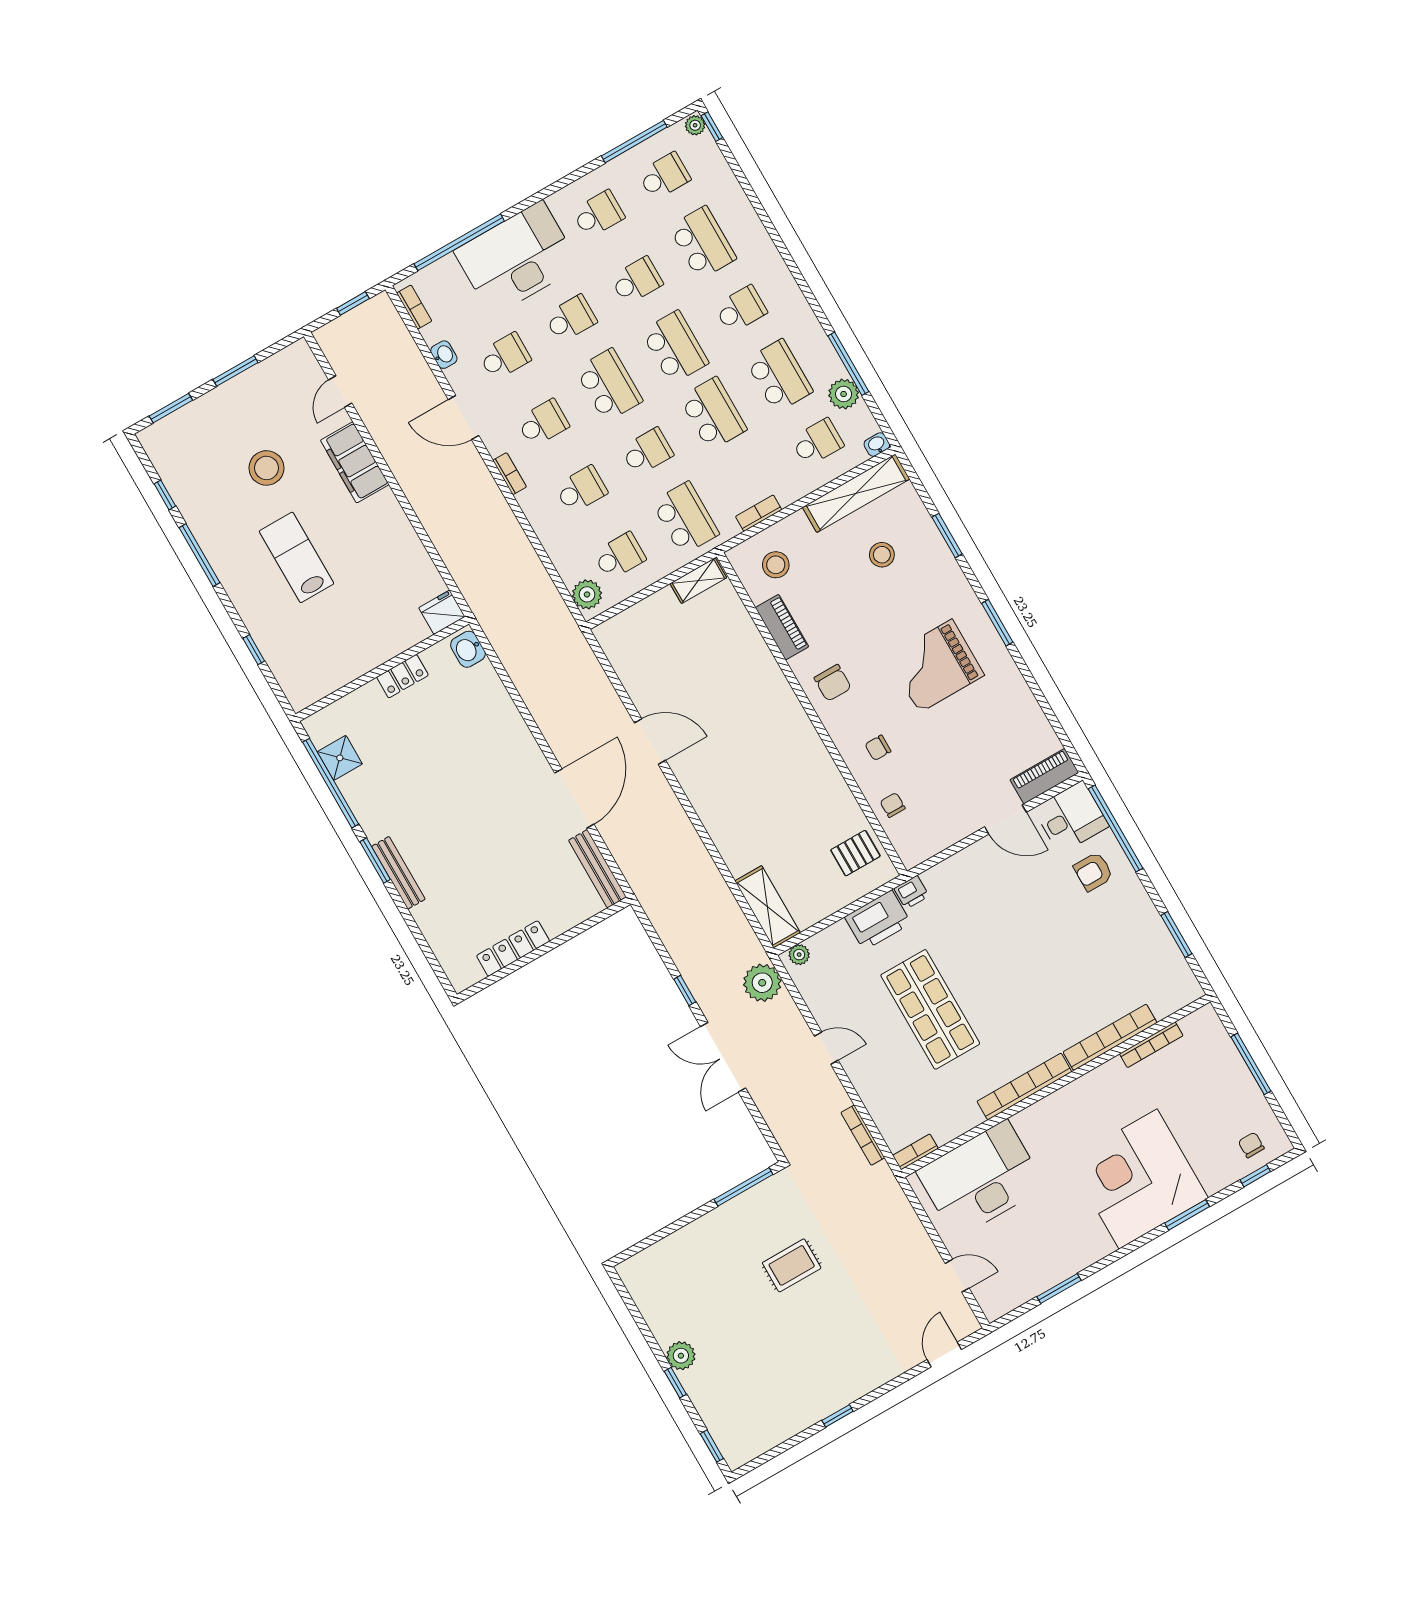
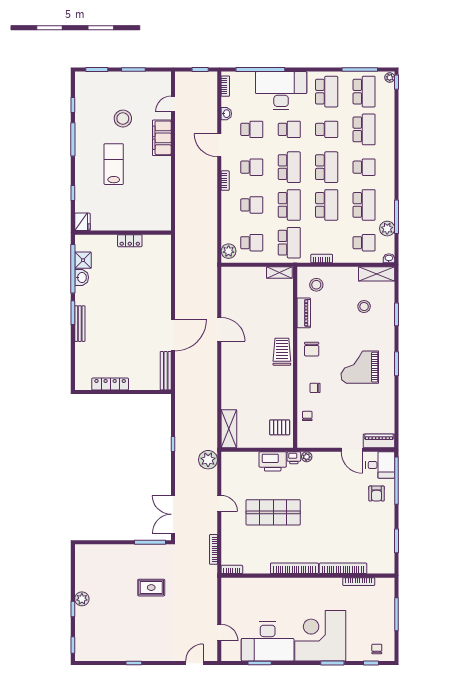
school desk: (664, 176) -> (364, 92), width x1.85
school desk: (598, 214) -> (327, 92), width x1.85
school desk: (647, 452) -> (289, 205), width x1.85
shelving: (856, 493) -> (377, 274), width x0.68
fridge: (442, 612) -> (82, 222), moved, turned 90
washbasin: (468, 649) -> (82, 277), moved, turned 180
trolley: (783, 717) -> (282, 352), added
armchair: (1093, 872) -> (377, 494), turned -90
plant: (799, 955) -> (307, 457), moved
shop shelf: (930, 1009) -> (273, 512), turned 90
double door: (723, 1057) -> (173, 514), moved
desk: (981, 1179) -> (268, 641), moved, turned 180

